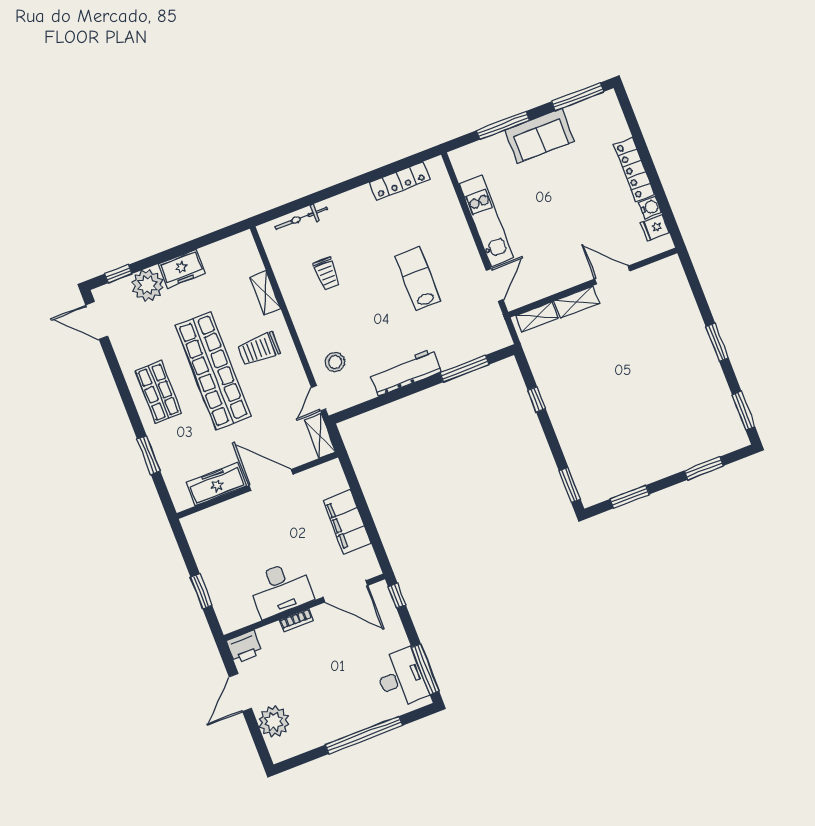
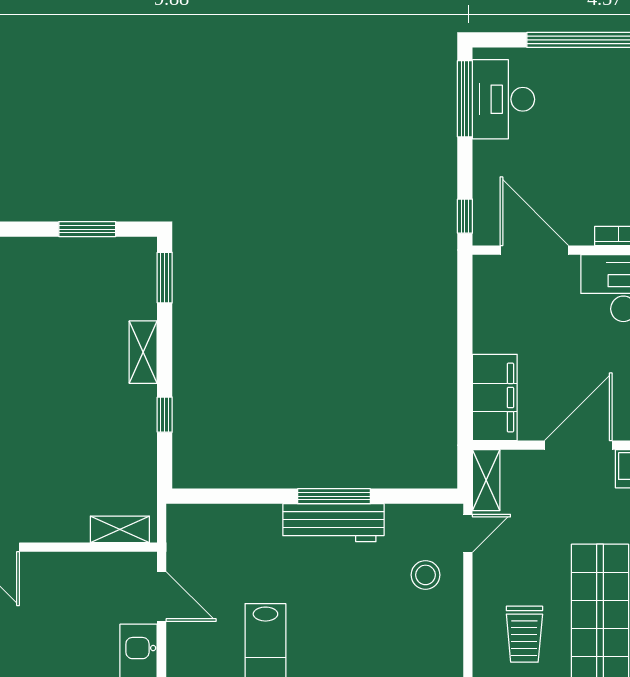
door: (495, 285) -> (162, 596), swing flipped
shelving: (577, 302) -> (143, 352), moved, turned 90
trolley: (259, 349) -> (524, 634), turned 90
window: (464, 369) -> (334, 496), moved
door: (271, 480) -> (578, 445), swing flipped
filing cabinet: (347, 522) -> (495, 398), moved

